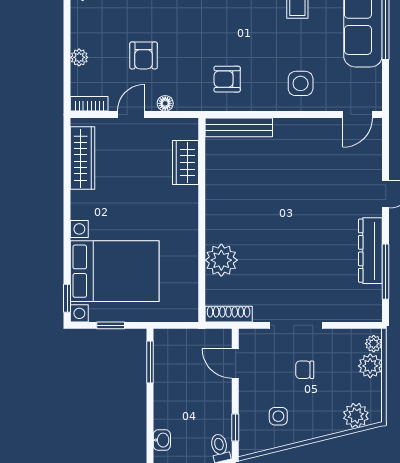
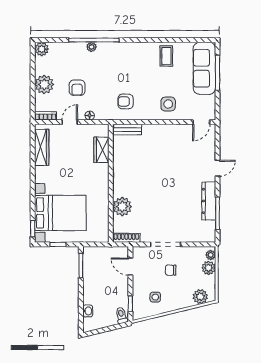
plant: (79, 57) -> (44, 84), width x1.88, depth x1.88
bench: (239, 127) -> (127, 129), width x0.73

